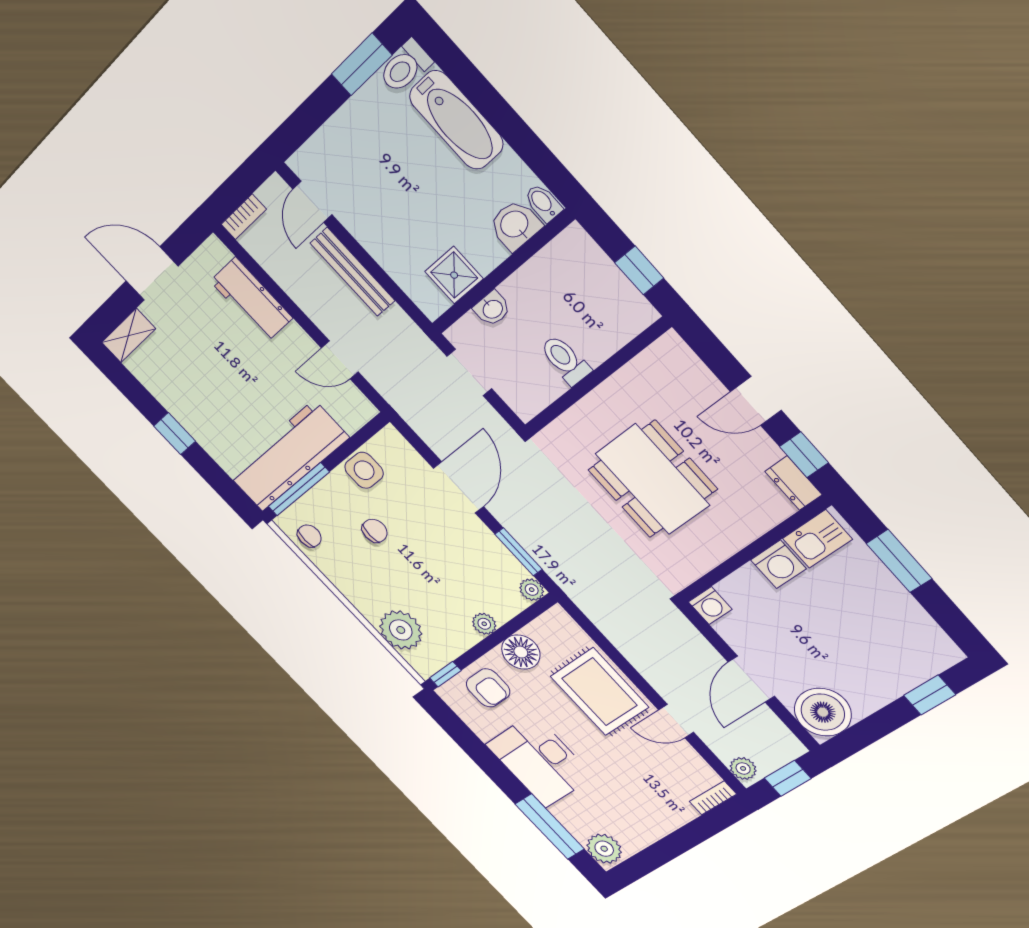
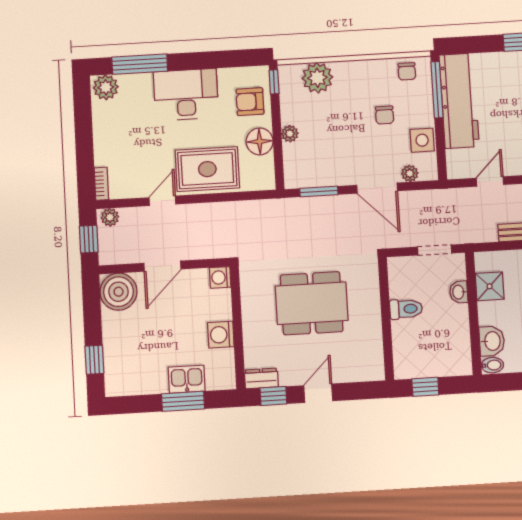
kitchen sink: (817, 539) -> (187, 379), moved, turned 90
plant: (532, 590) -> (410, 173), moved
door: (751, 679) -> (162, 266), swing flipped

